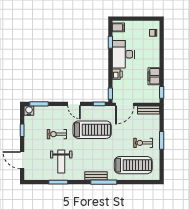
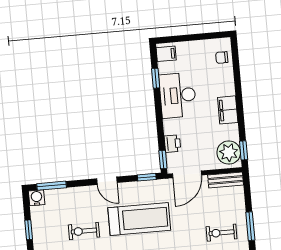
printer: (117, 74) -> (172, 144), moved
filing cabinet: (154, 76) -> (228, 110), moved
plant: (152, 93) -> (229, 153), added

